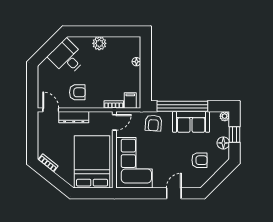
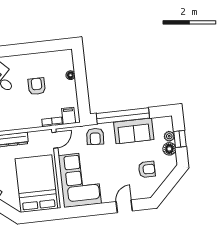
plant: (99, 43) -> (30, 61), removed
armchair: (77, 92) -> (37, 86), moved, turned -90
plant: (225, 116) -> (169, 136), moved

